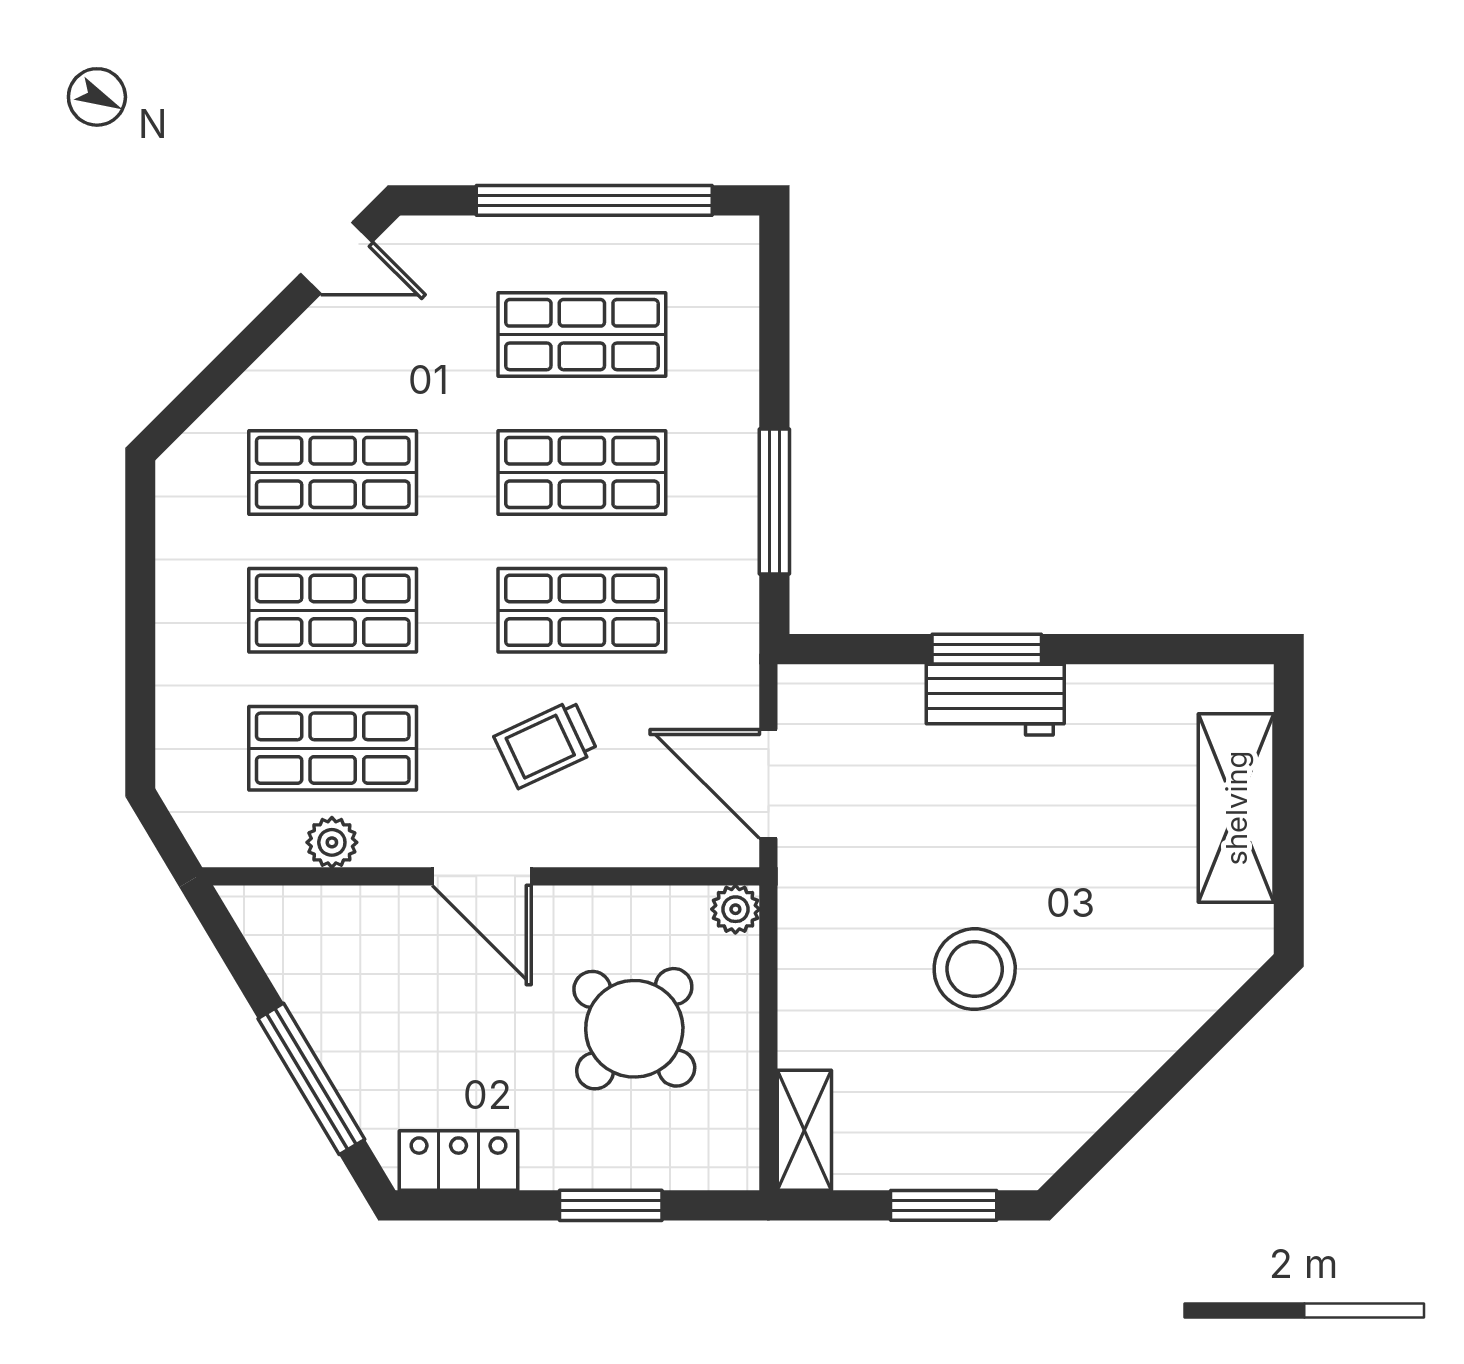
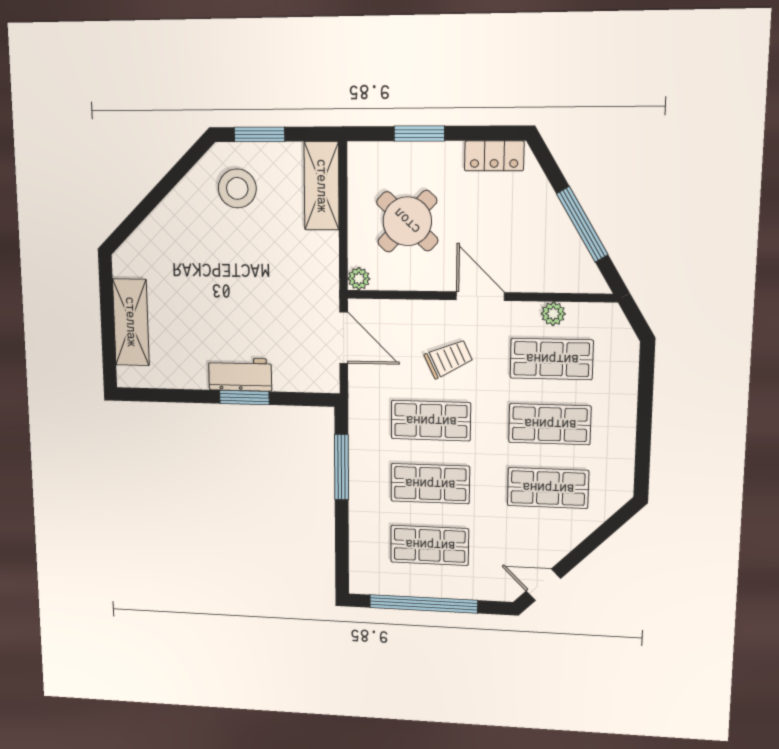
stool: (975, 969) -> (237, 188), moved
window: (311, 1079) -> (582, 224), moved
shelving: (804, 1130) -> (322, 186), width x1.50, depth x1.33

